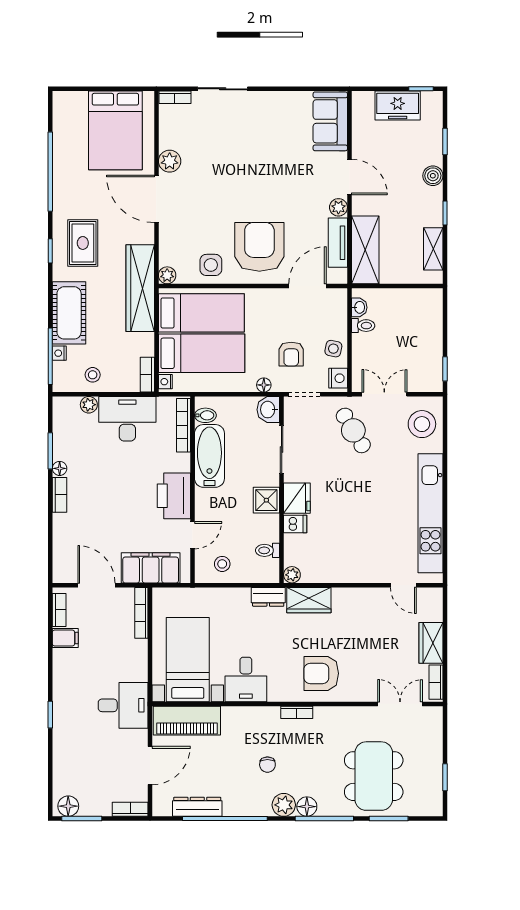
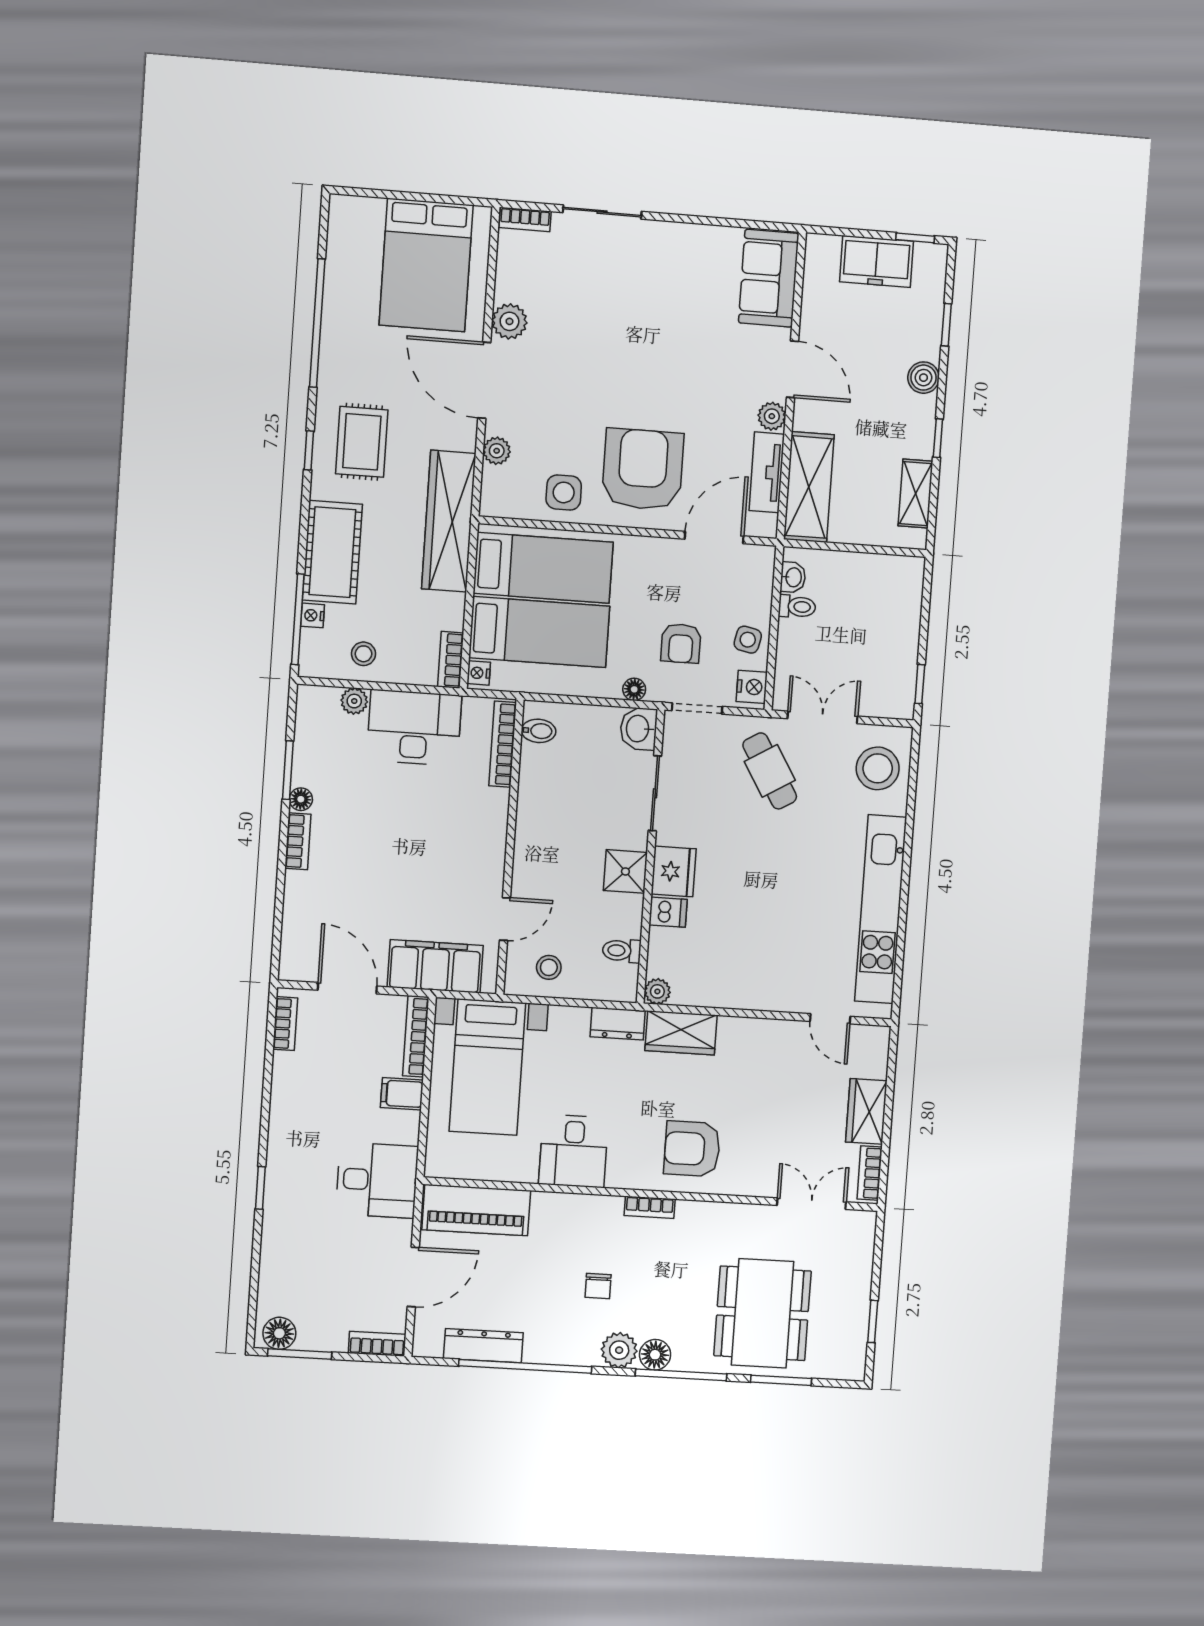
plant: (167, 275) -> (497, 451), moved
bathtub: (209, 456) -> (540, 796), removed
printer: (174, 496) -> (480, 855), removed
filing cabinet: (65, 638) -> (402, 1094), moved, turned 180
bed with nightstands: (188, 660) -> (487, 1067), moved, turned 180

